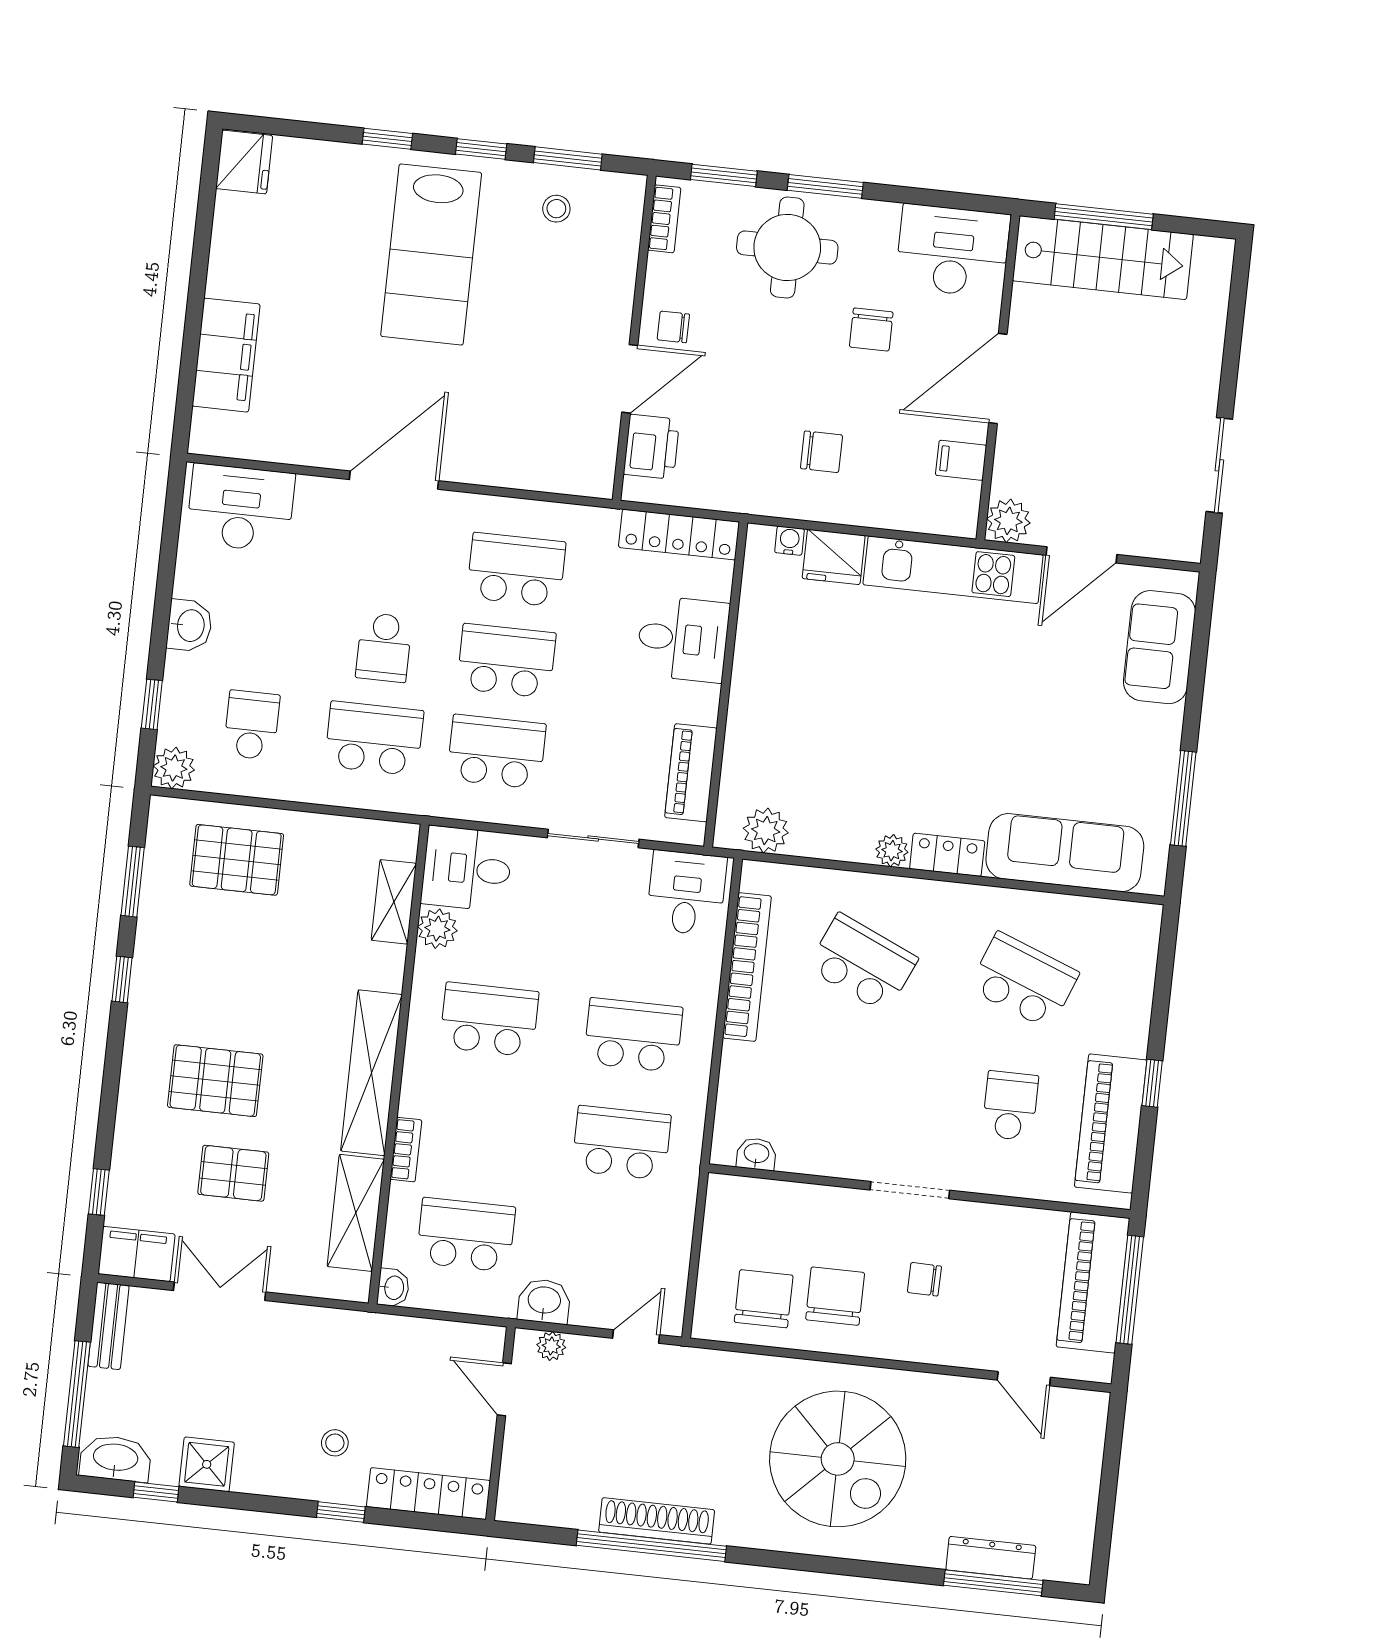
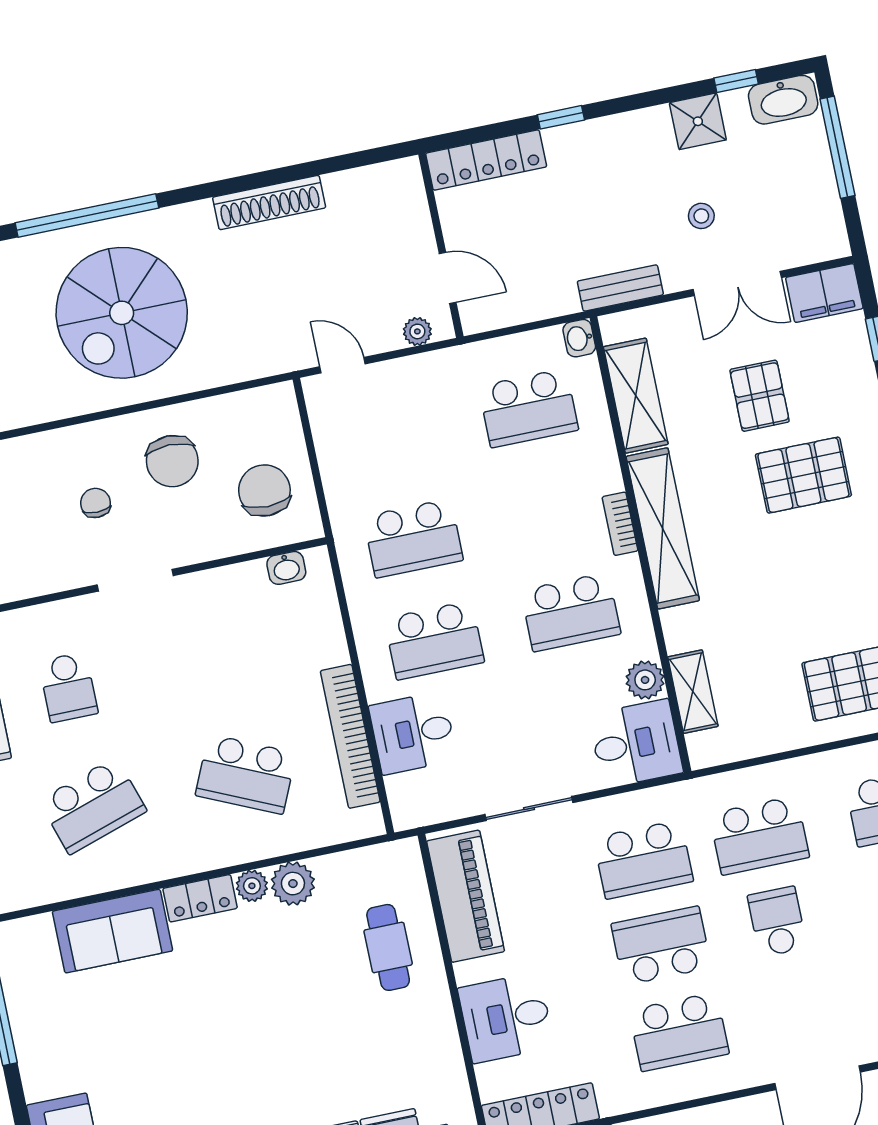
school desk: (506, 661) -> (661, 946), turned 180
cafe table: (777, 746) -> (388, 947), added
piano: (691, 773) -> (466, 896), width x1.37, depth x1.33
plant: (766, 831) -> (293, 884), moved
sofa: (1065, 853) -> (112, 931), width x0.73
desk: (686, 893) -> (413, 733), moved, turned 90
school desk: (1024, 981) -> (93, 806), turned -39
bookcase: (406, 1150) -> (620, 524), moved
pallet: (233, 1173) -> (760, 396), turned 90
chair: (924, 1279) -> (96, 503), turned -91
chair: (764, 1299) -> (264, 490), moved, turned 180
washbasin: (544, 1301) -> (437, 370), removed
bench: (108, 1326) -> (620, 288), moved, turned 90
door: (636, 1337) -> (343, 365), swing flipped
stool: (335, 1443) -> (701, 216), moved
spiral stairs: (838, 1459) -> (122, 313), turned -90
window: (651, 1546) -> (87, 215), moved

